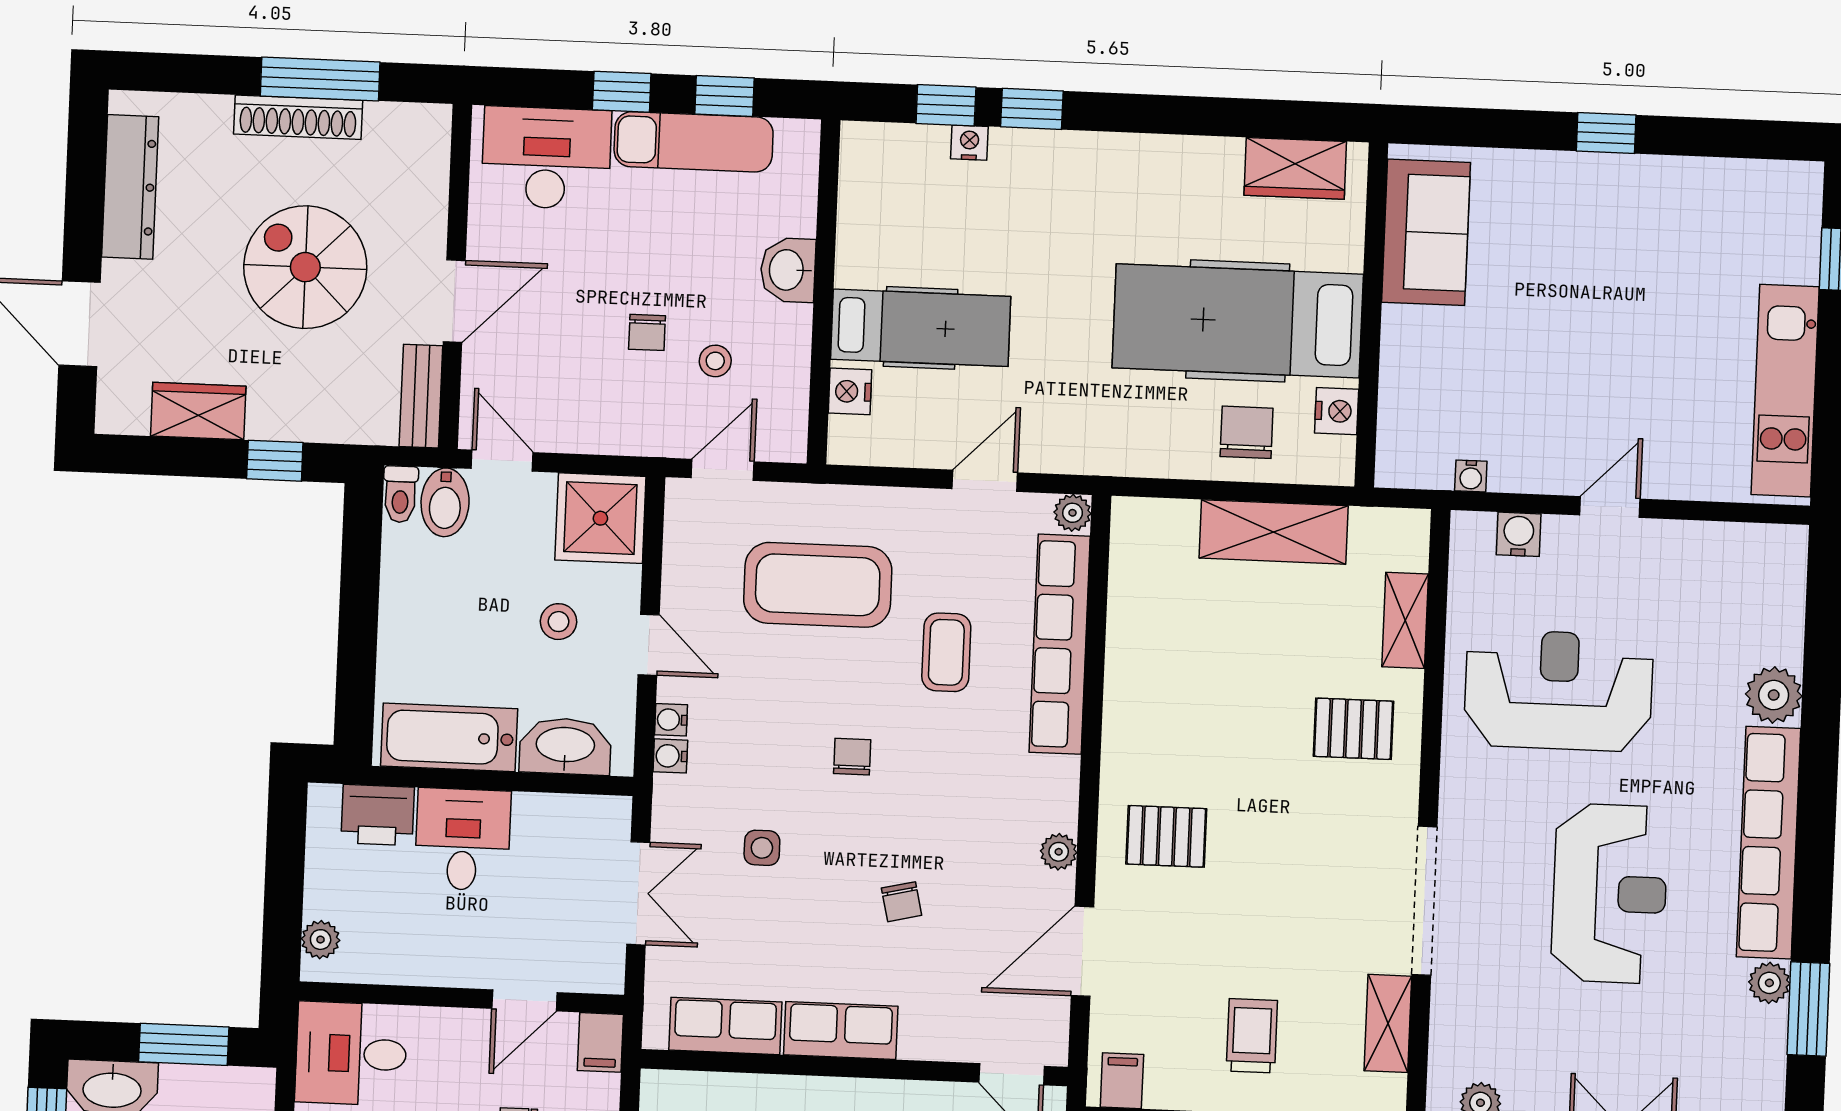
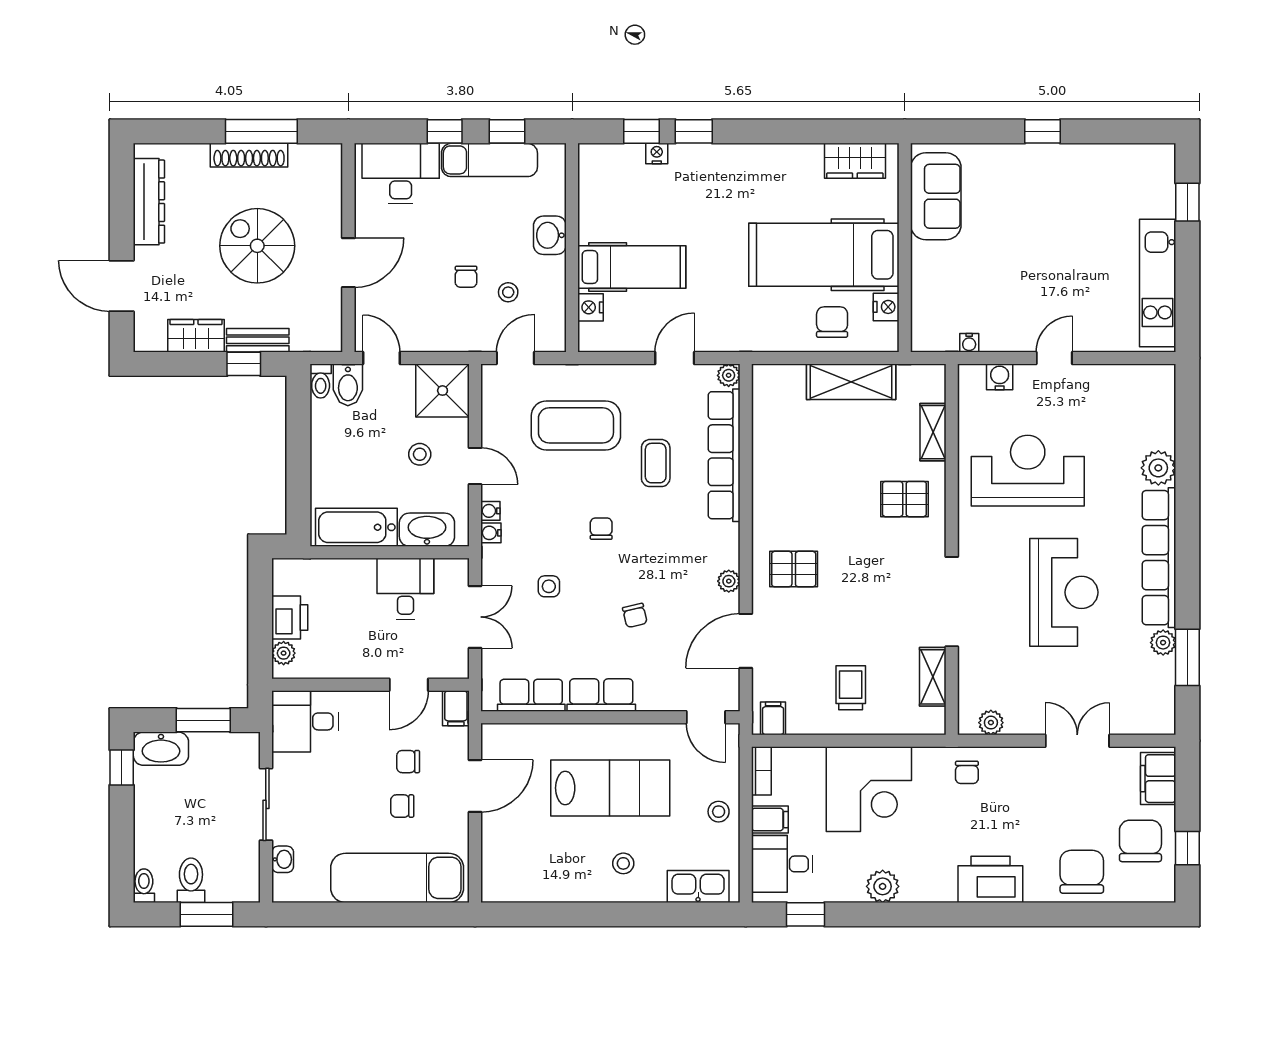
bench: (421, 396) -> (258, 340), moved, turned 90
printer: (378, 815) -> (290, 617), moved, turned -90
desk: (463, 839) -> (405, 589), moved

